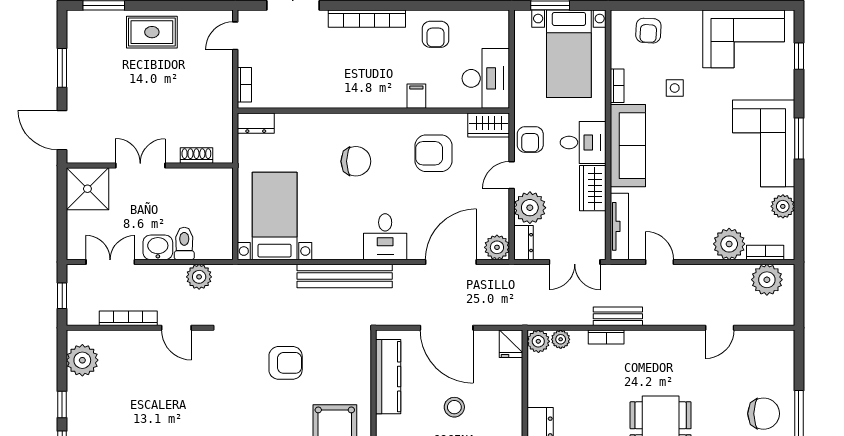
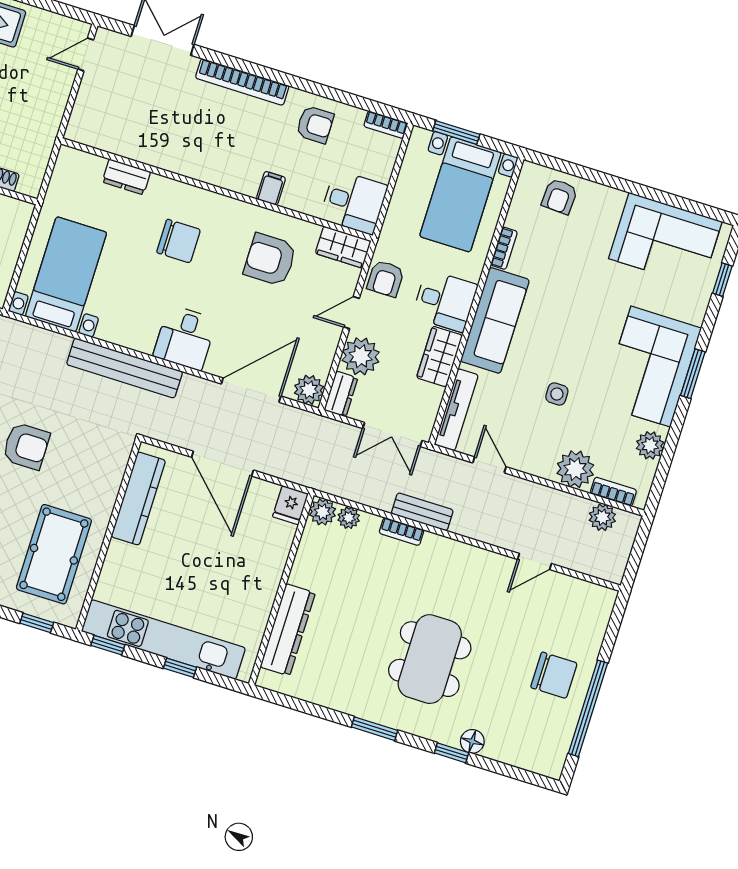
armchair: (436, 34) -> (315, 125), turned -90
desk: (486, 78) -> (354, 202), width x0.73
bookcase: (244, 85) -> (386, 125), moved, turned 90
side table: (675, 88) -> (557, 394), moved
dresser: (256, 123) -> (126, 177), moved
plant: (767, 280) -> (602, 517), width x0.73, depth x0.73
stool: (454, 407) -> (203, 557), removed

